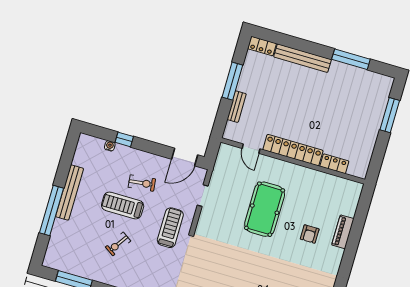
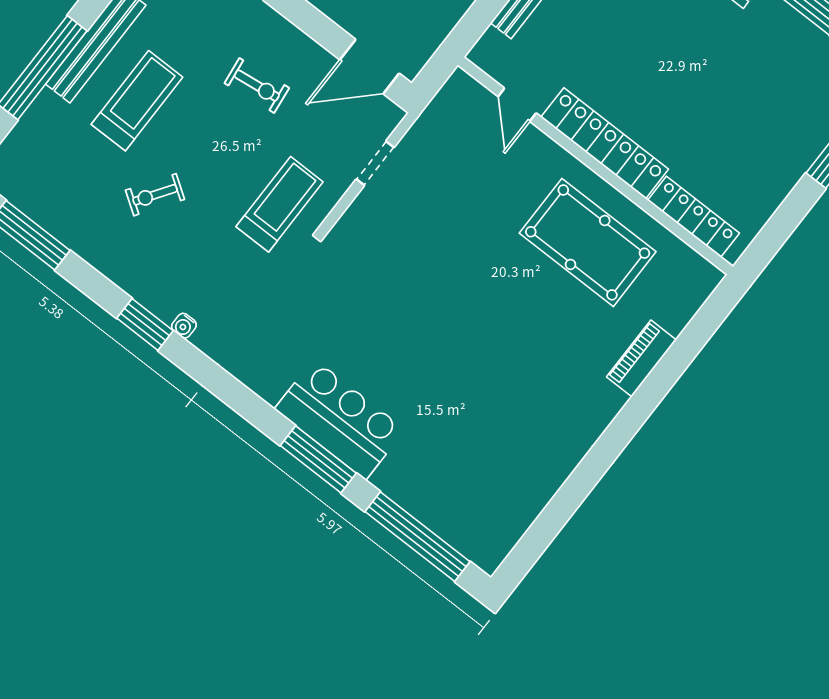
locker: (334, 164) -> (694, 217), width x1.53
treadmill: (123, 206) -> (137, 101), moved, turned 90
pool table: (265, 209) -> (588, 242), moved, turned 90
armchair: (310, 234) -> (569, 335), removed

